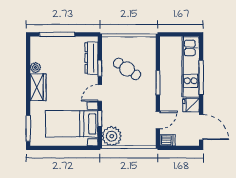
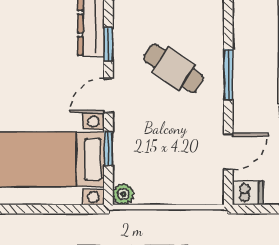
cafe table: (127, 69) -> (174, 68), moved
plant: (112, 136) -> (123, 194), width x0.53, depth x0.53

